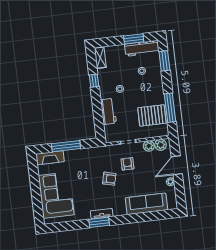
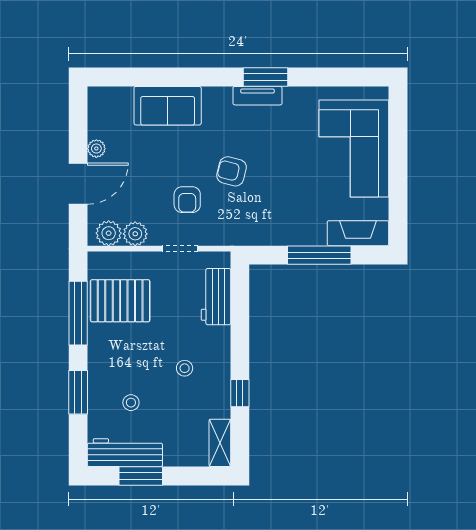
window: (164, 61) -> (78, 392), moved
workbench: (108, 111) -> (216, 297), moved
sofa: (146, 204) -> (168, 106), width x0.73

